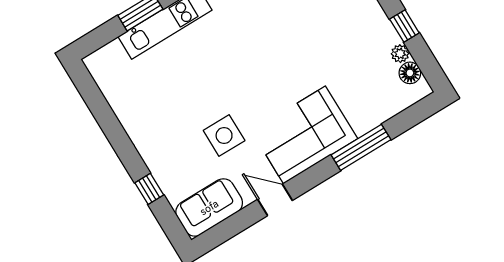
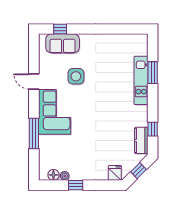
window: (149, 189) -> (60, 29), moved
door: (275, 200) -> (34, 81), swing flipped
sofa: (209, 207) -> (63, 43), moved, turned 90

